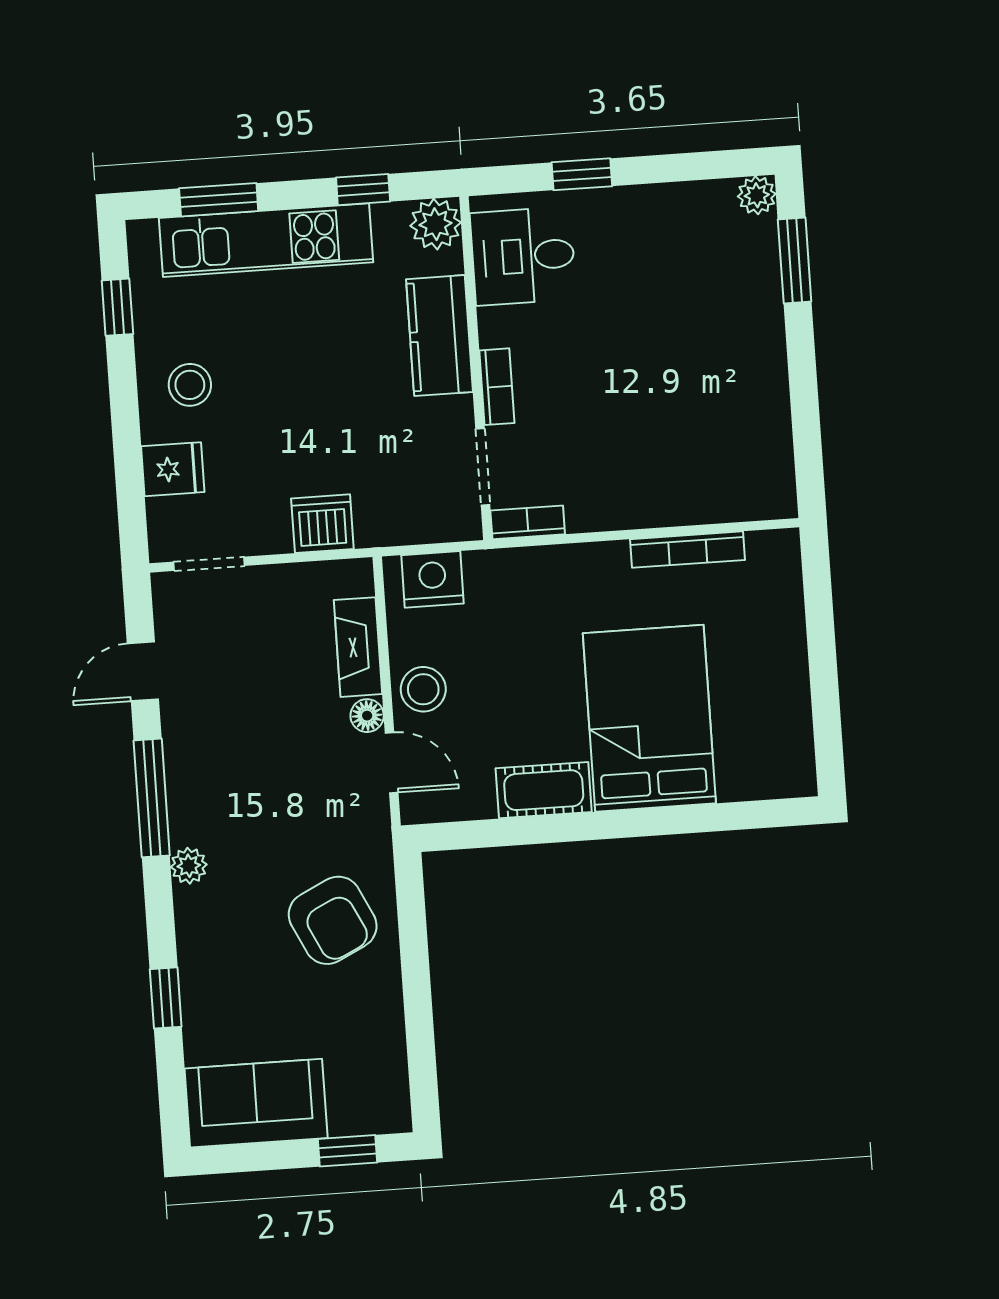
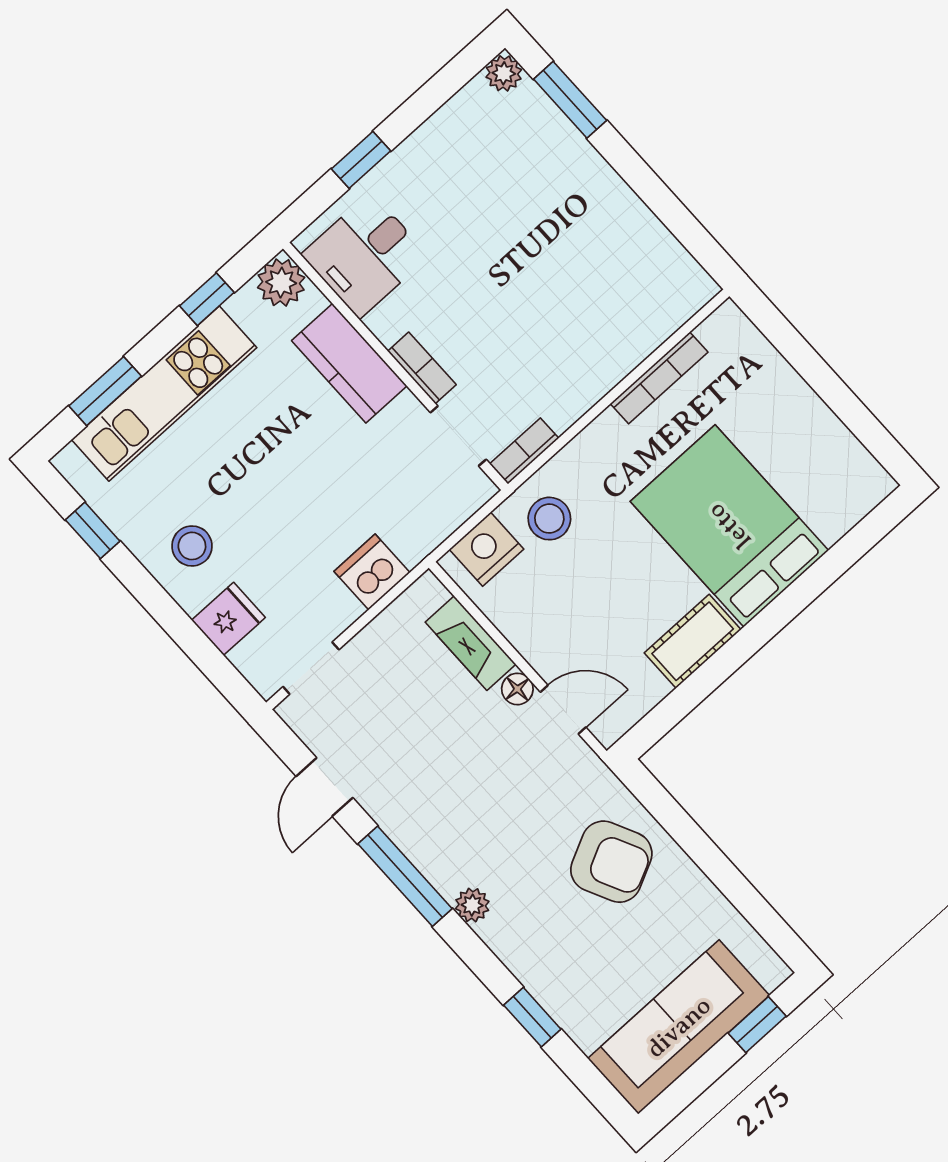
stool: (423, 689) -> (549, 519), moved
sofa: (256, 1103) -> (679, 1027), width x1.36

